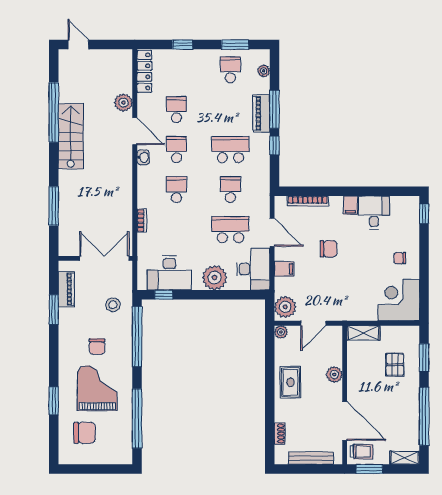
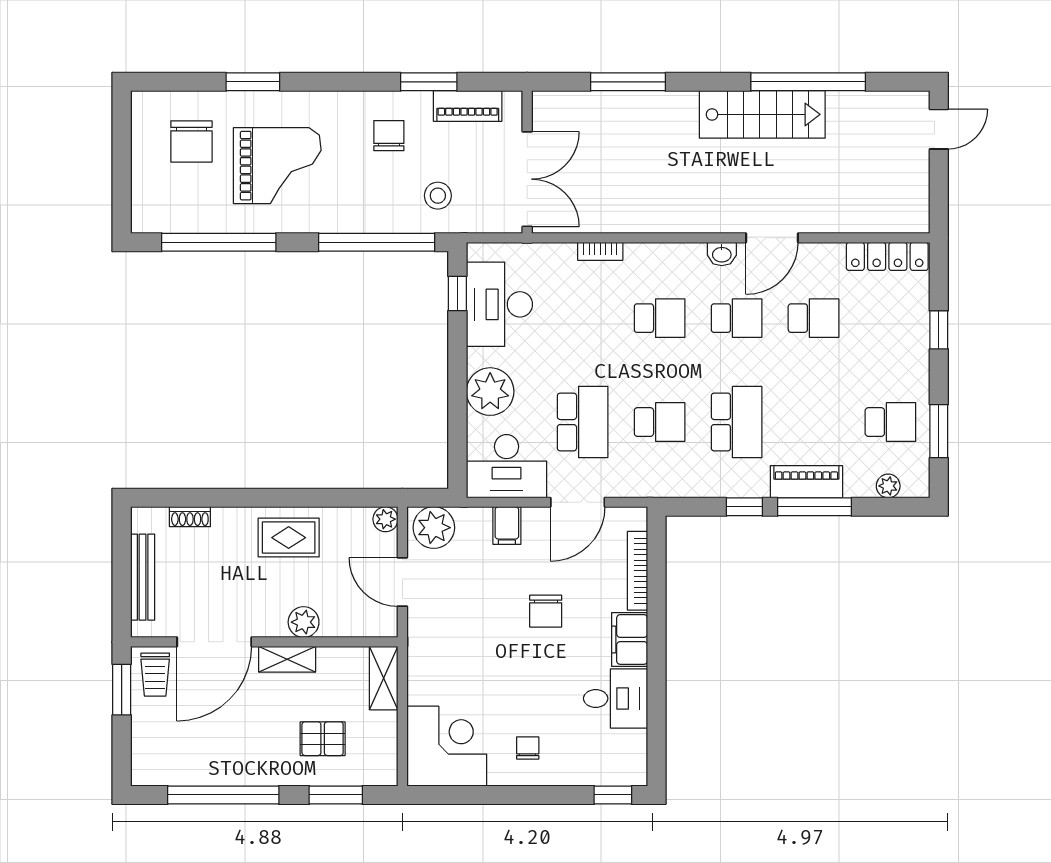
plant: (123, 103) -> (827, 216), removed
filing cabinet: (350, 205) -> (630, 639), width x2.00
chair: (97, 346) -> (389, 136), moved, turned 90
shelving: (405, 458) -> (287, 659), moved, turned 90

